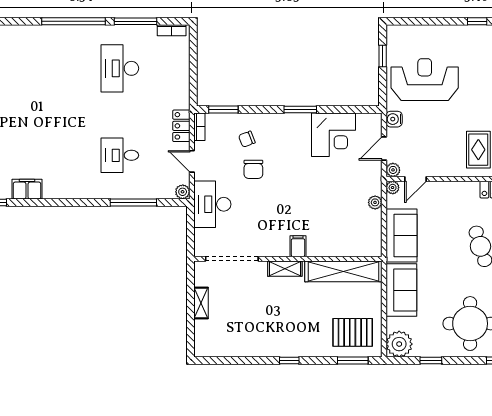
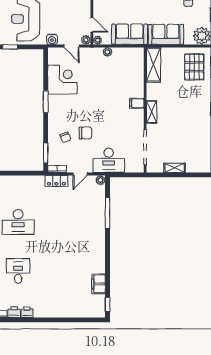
desk: (120, 155) -> (18, 271), moved, turned 180
shelving: (343, 271) -> (153, 65), width x0.68

